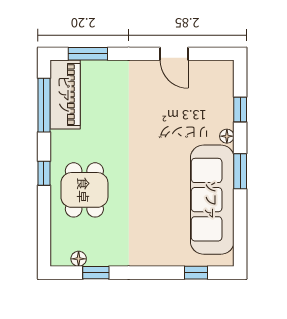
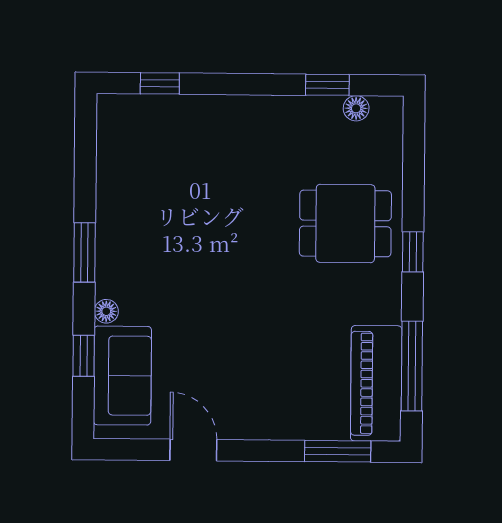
dining table: (84, 190) -> (345, 223), turned 90
sofa: (212, 200) -> (122, 376), moved, width x0.54, depth x0.79

